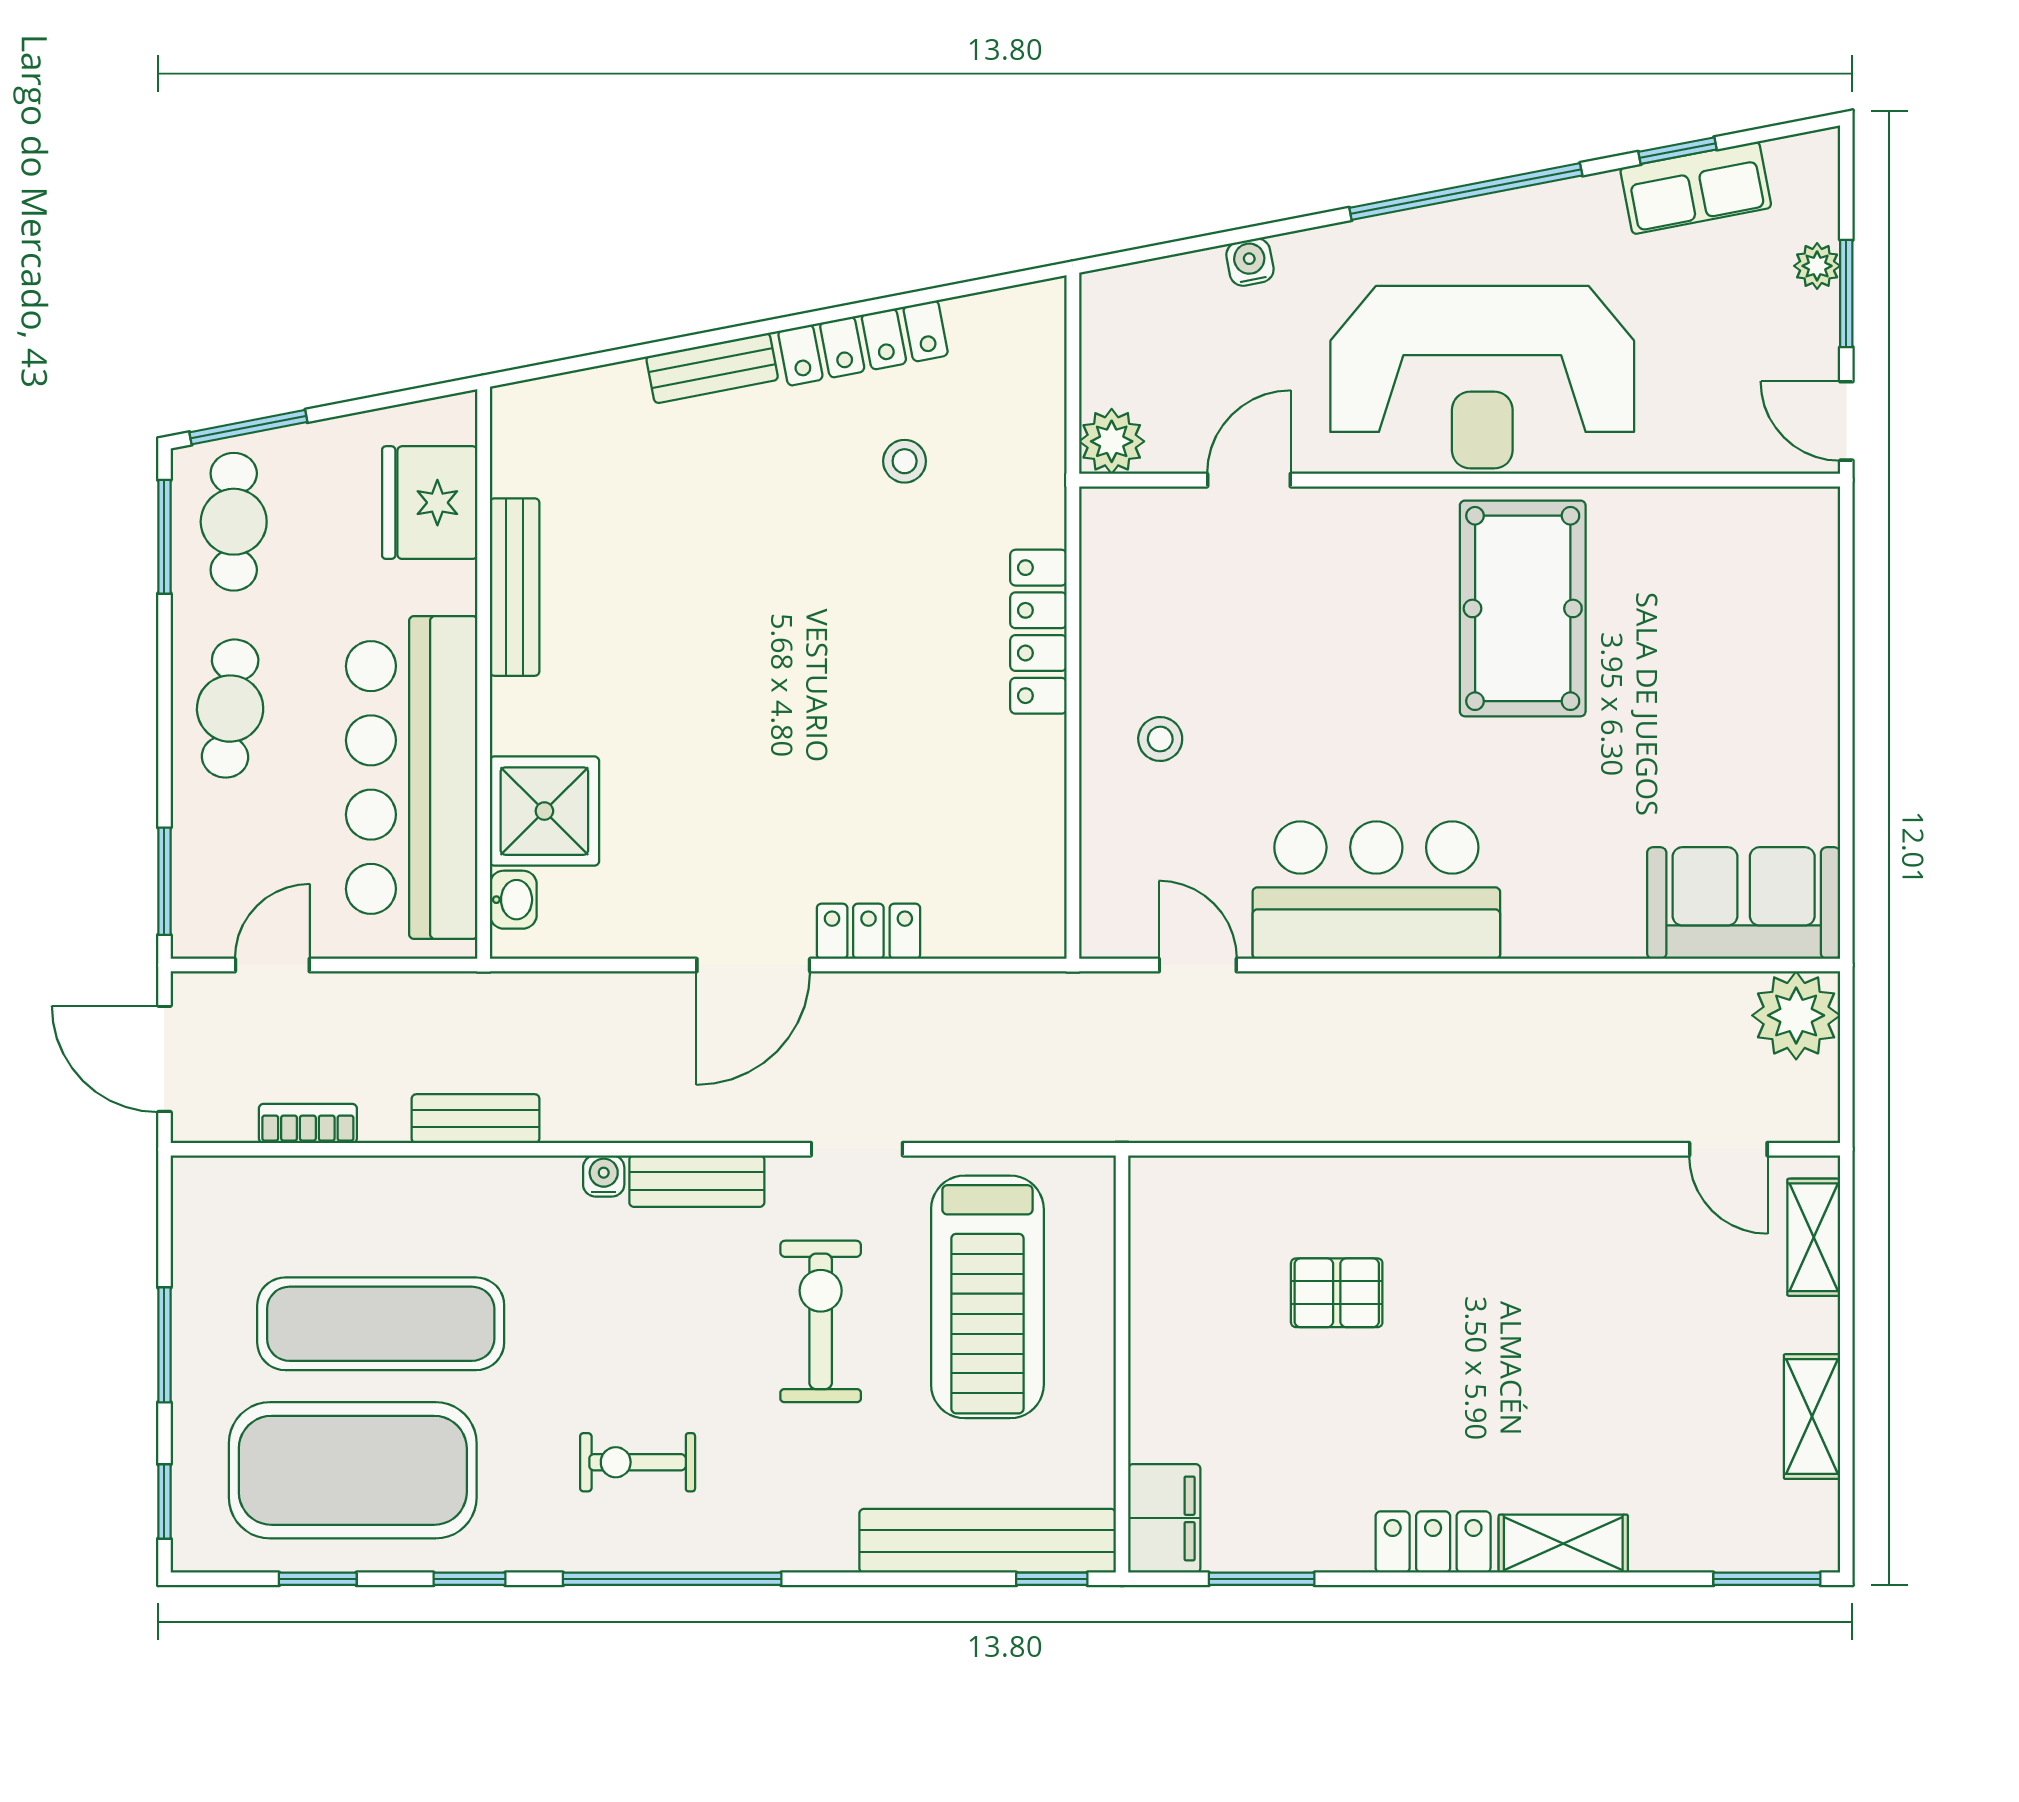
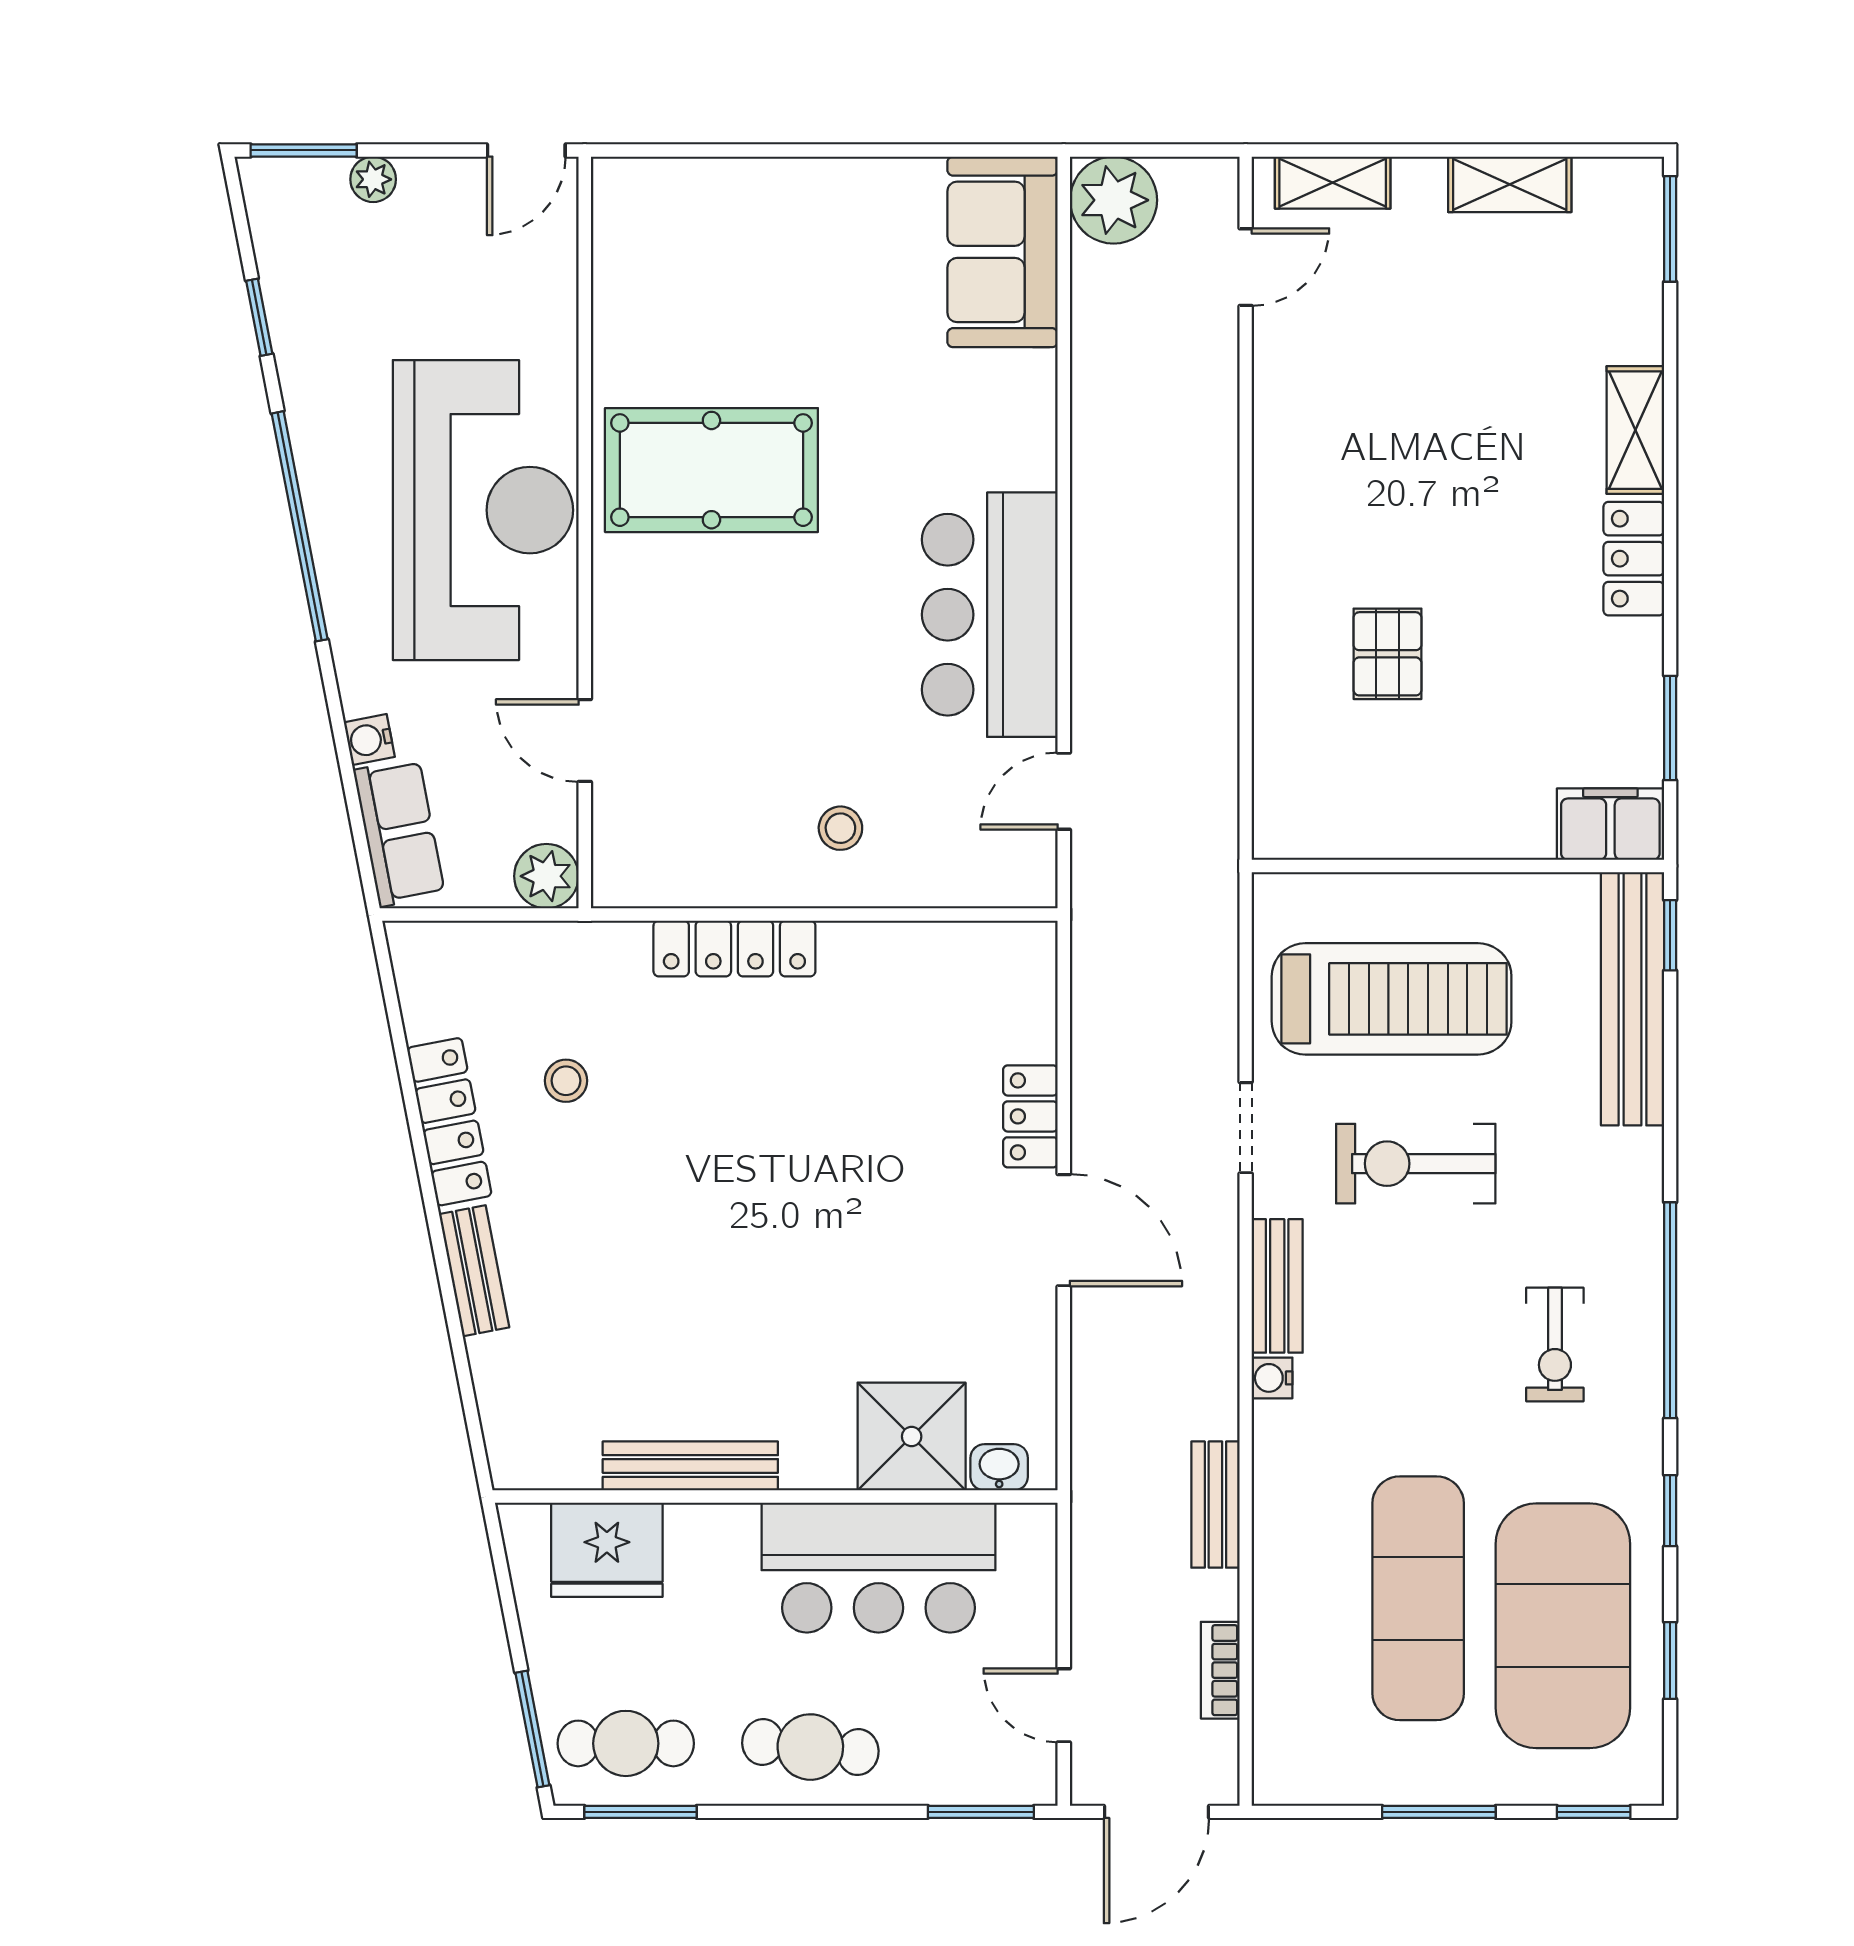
row of seats: (1696, 188) -> (399, 832), moved
window: (1846, 294) -> (304, 150), moved
bar counter: (412, 777) -> (878, 1568), width x0.73

